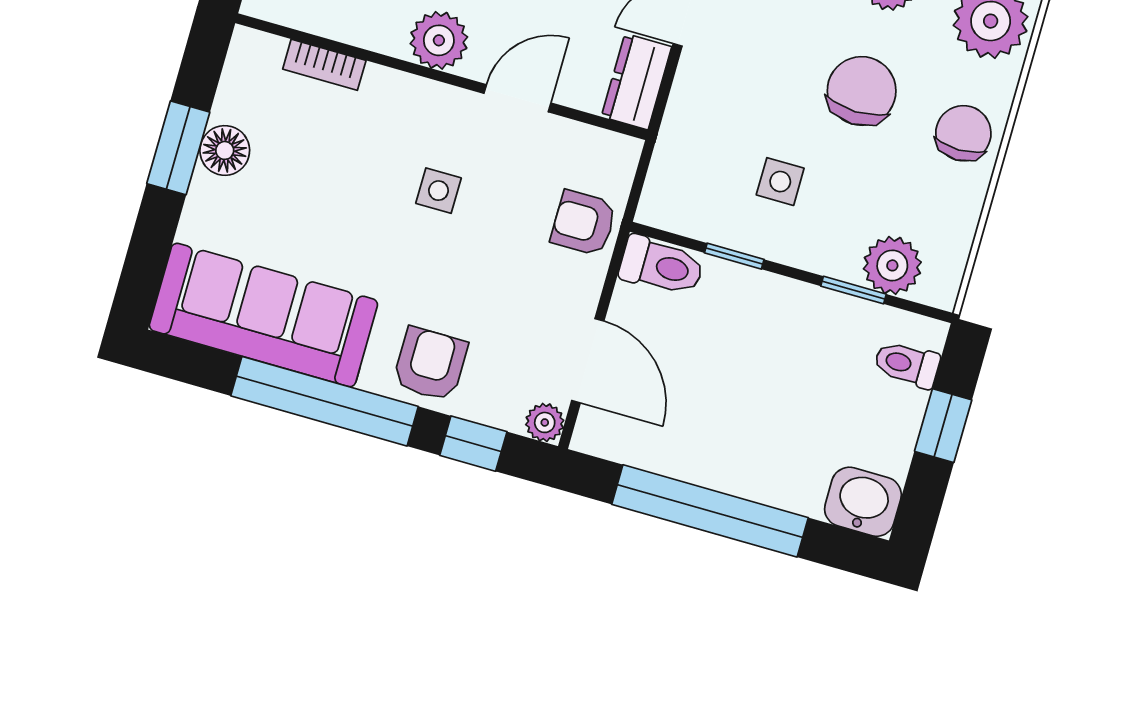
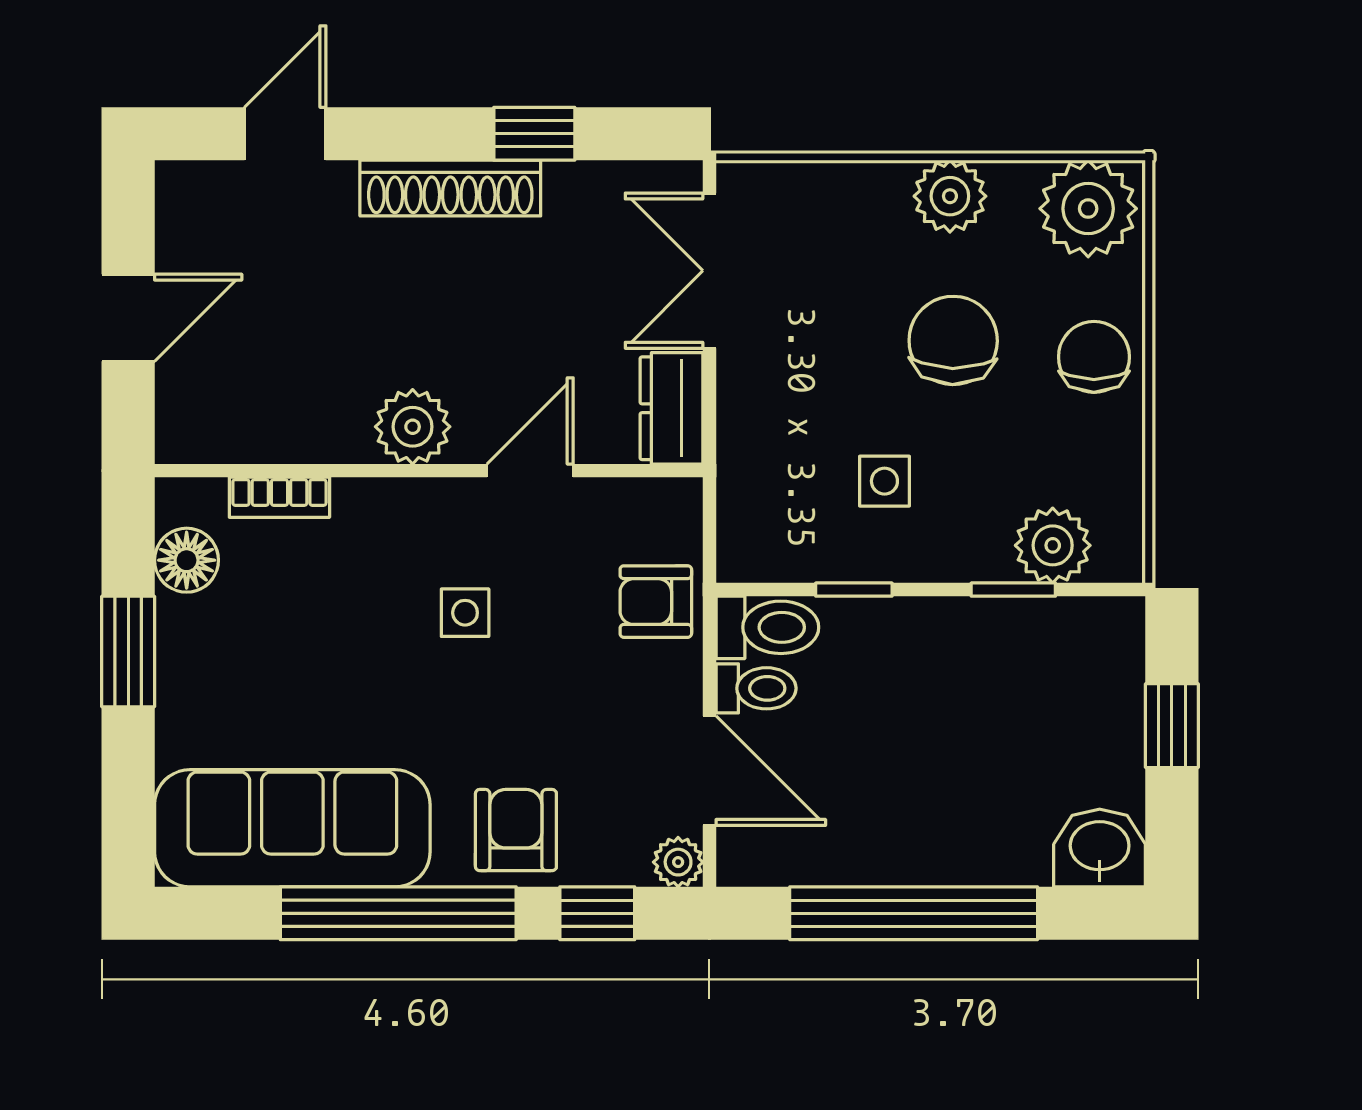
floor lamp: (225, 150) -> (187, 560), moved
toilet: (907, 364) -> (756, 688), moved, turned 180

